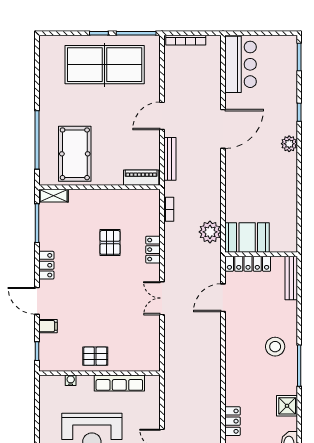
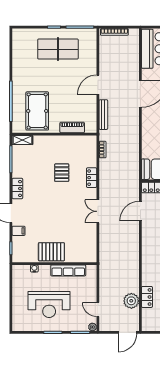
table tennis table: (105, 65) -> (58, 49), width x0.73, depth x0.76
piano: (141, 178) -> (72, 128), moved
plant: (210, 232) -> (131, 301), moved
pallet: (95, 356) -> (51, 252), width x1.50, depth x1.42

